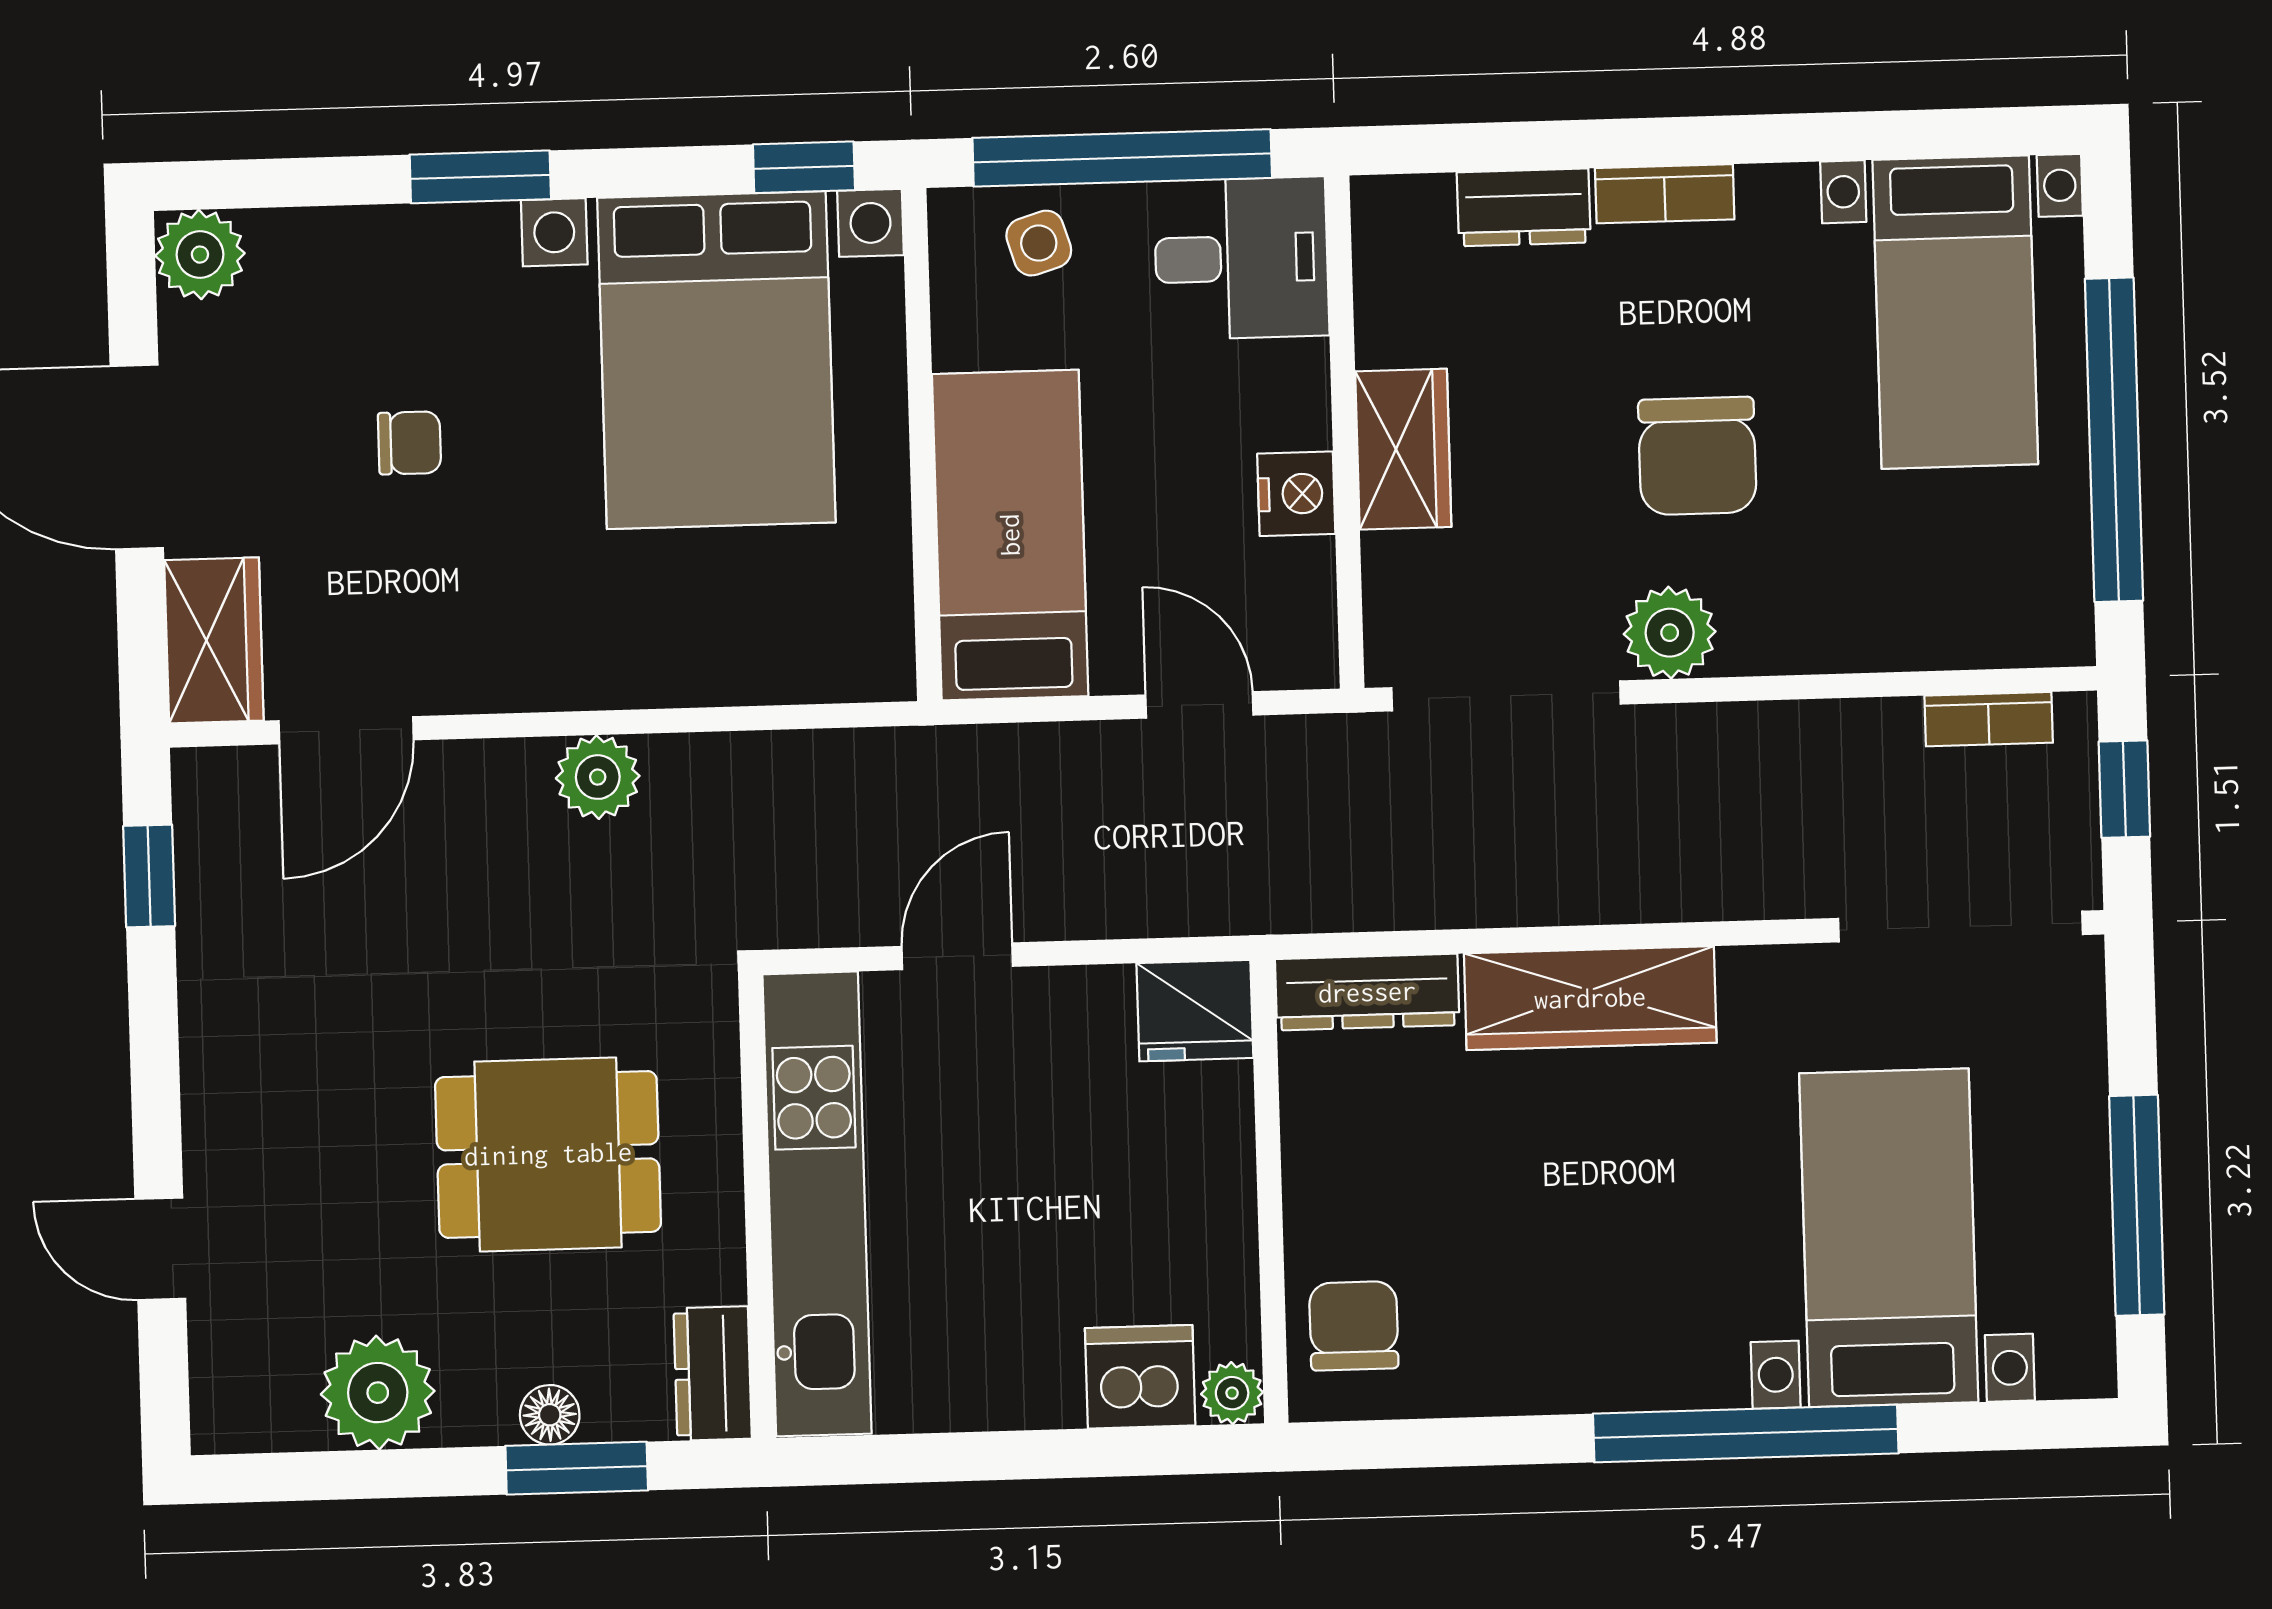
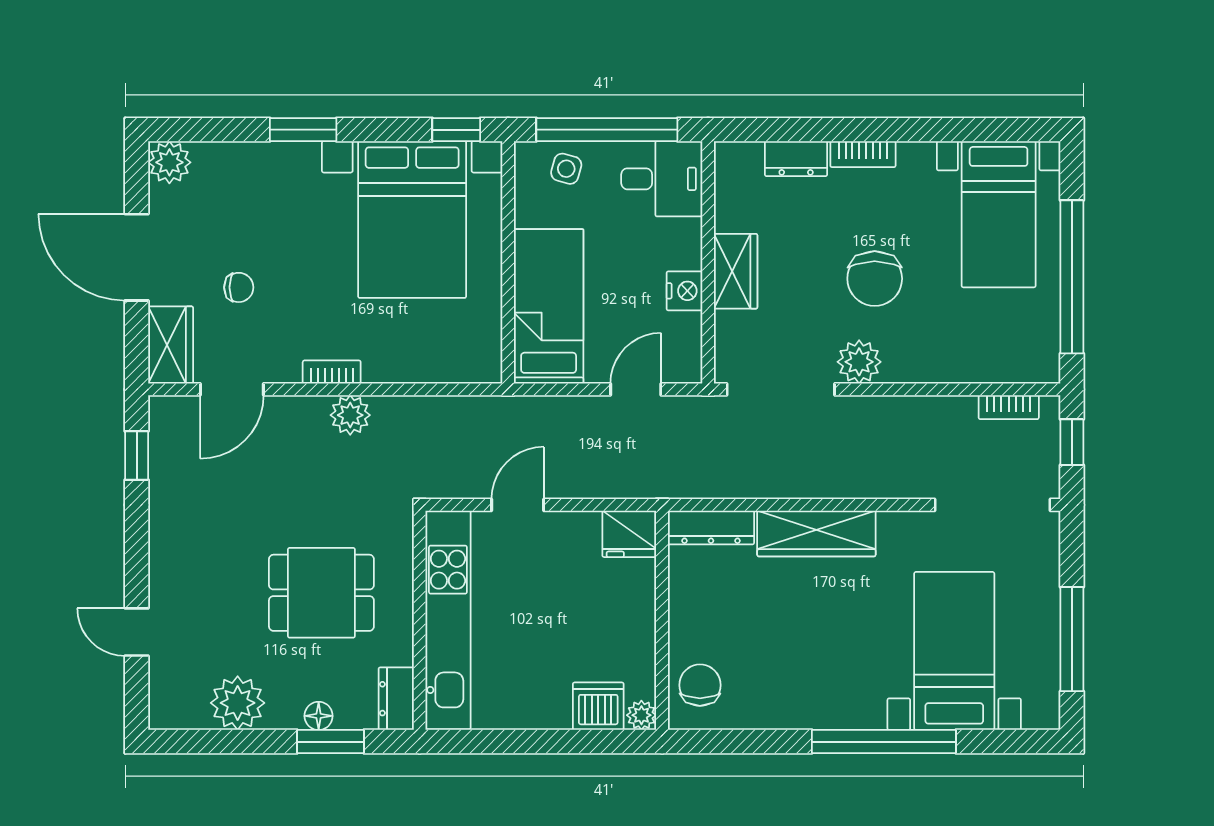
side table: (1039, 243) -> (566, 169), turned 32
chair: (409, 443) -> (239, 287), moved
bookcase: (556, 687) -> (332, 372), added
door: (1199, 705) -> (636, 389), hinge flipped

